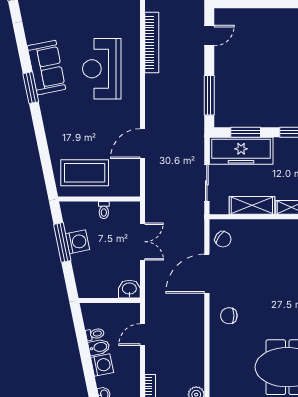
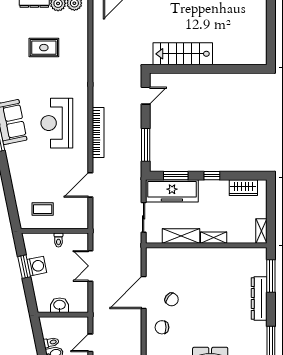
bookcase: (152, 43) -> (98, 133), moved
coffee table: (85, 173) -> (43, 209), width x0.54, depth x0.58
chair: (223, 239) -> (172, 299), moved
window: (62, 242) -> (24, 267), width x0.69
double door: (142, 242) -> (90, 266), swing flipped
washbasin: (129, 289) -> (60, 305), moved

